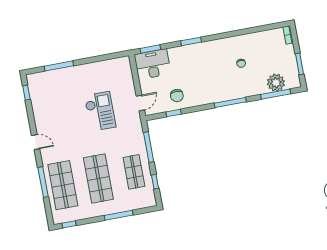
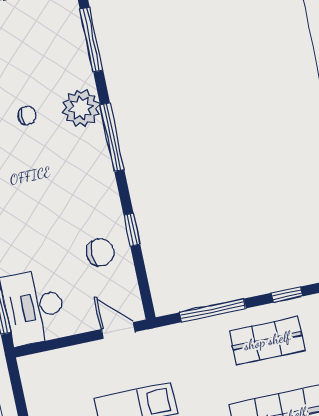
plant: (276, 83) -> (81, 108), moved
window: (174, 113) -> (132, 230), moved

